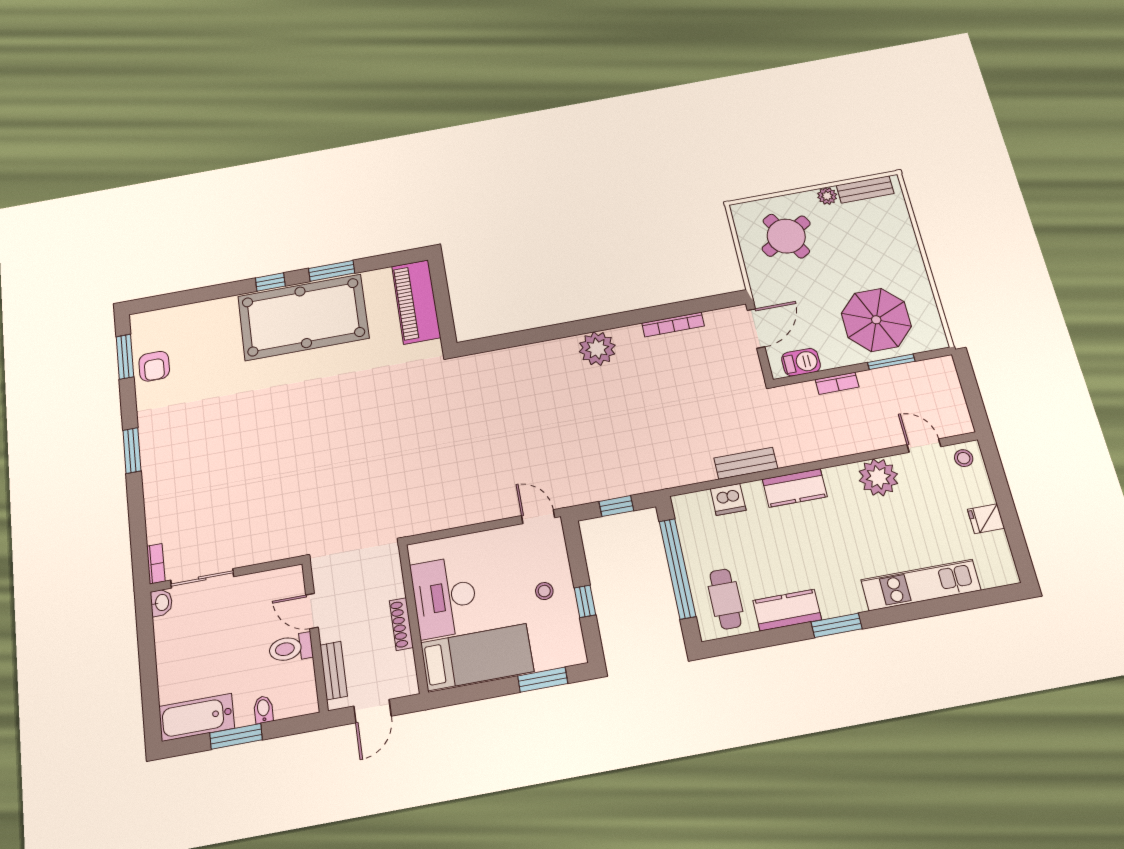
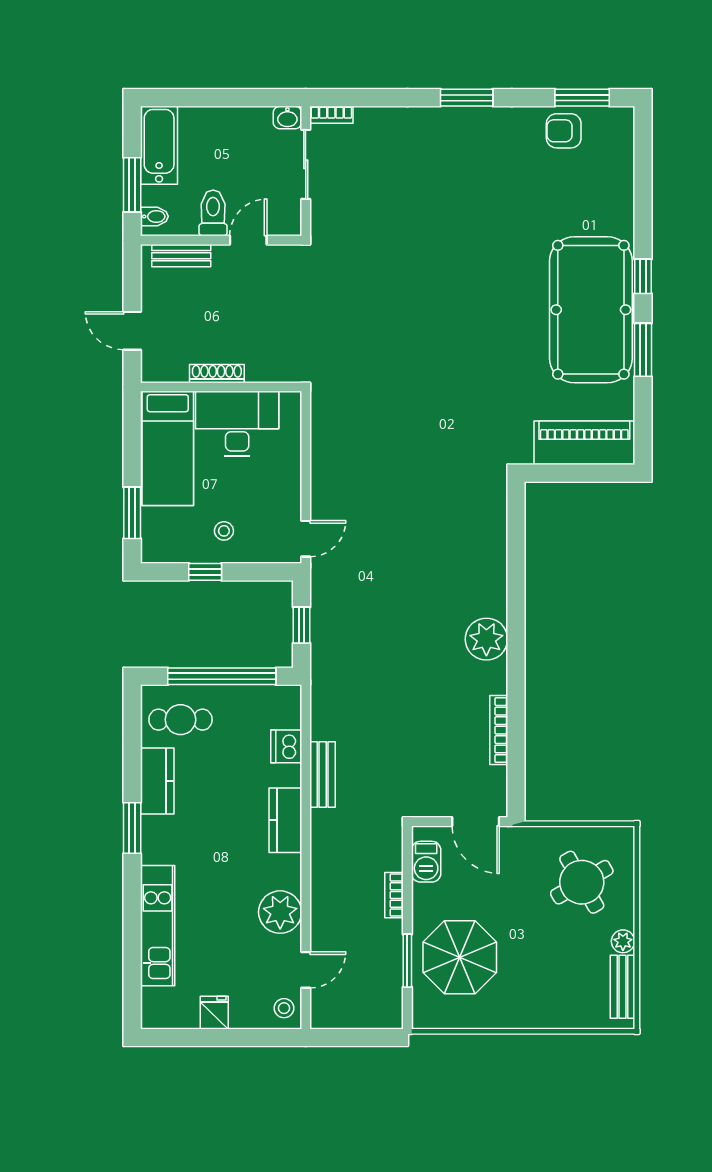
door: (312, 611) -> (248, 240), moved
wall: (315, 636) -> (221, 240), moved
toilet: (291, 648) -> (213, 213), moved
bench: (334, 671) -> (181, 256), moved

